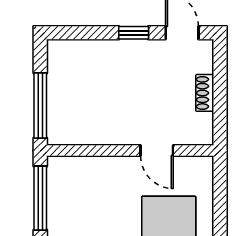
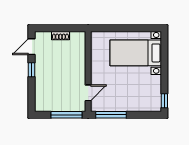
door: (157, 151) -> (88, 93), moved

